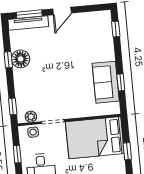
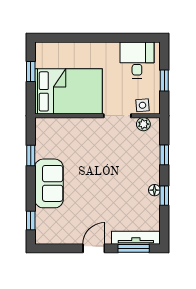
floor lamp: (21, 59) -> (154, 190), width x0.53, depth x0.53
sofa: (106, 82) -> (49, 183), moved
window: (13, 106) -> (164, 155), moved

